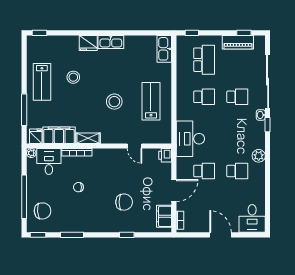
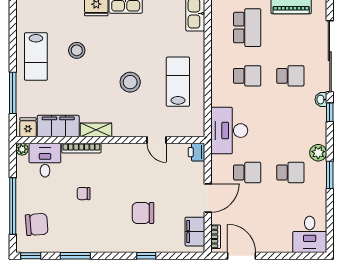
window: (268, 173) -> (330, 175), added
chair: (124, 202) -> (143, 213), turned 180
door: (221, 235) -> (242, 256), moved

